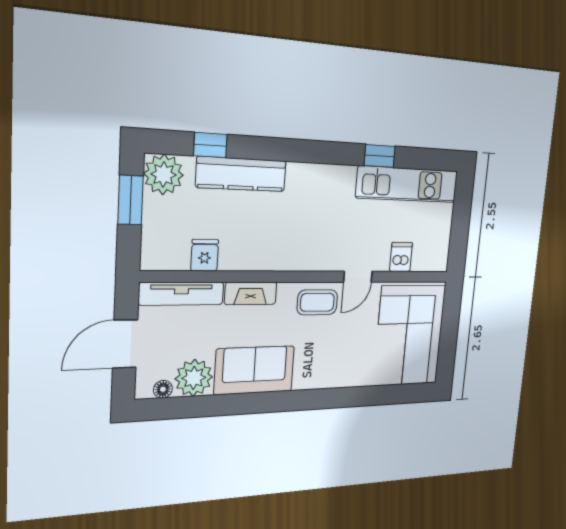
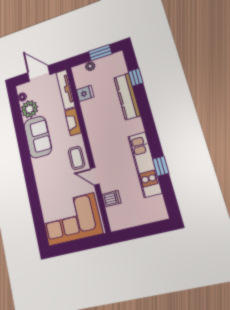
plant: (164, 174) -> (90, 66), moved, width x0.53, depth x0.53
kitchen unit: (408, 184) -> (145, 165), moved

